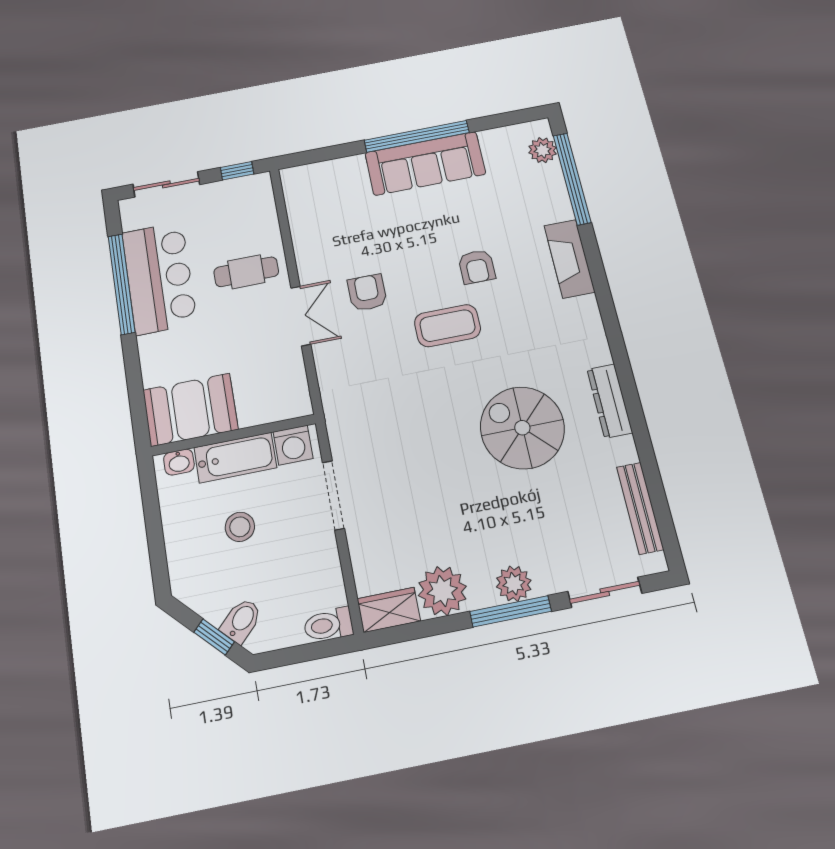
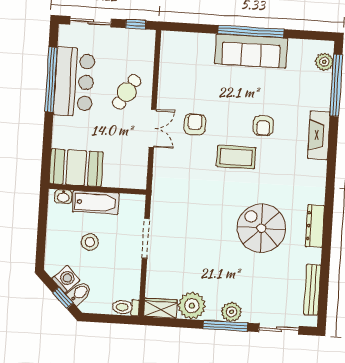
cafe table: (246, 272) -> (127, 92), turned -59
washing machine: (293, 445) -> (66, 279), moved, turned -135

